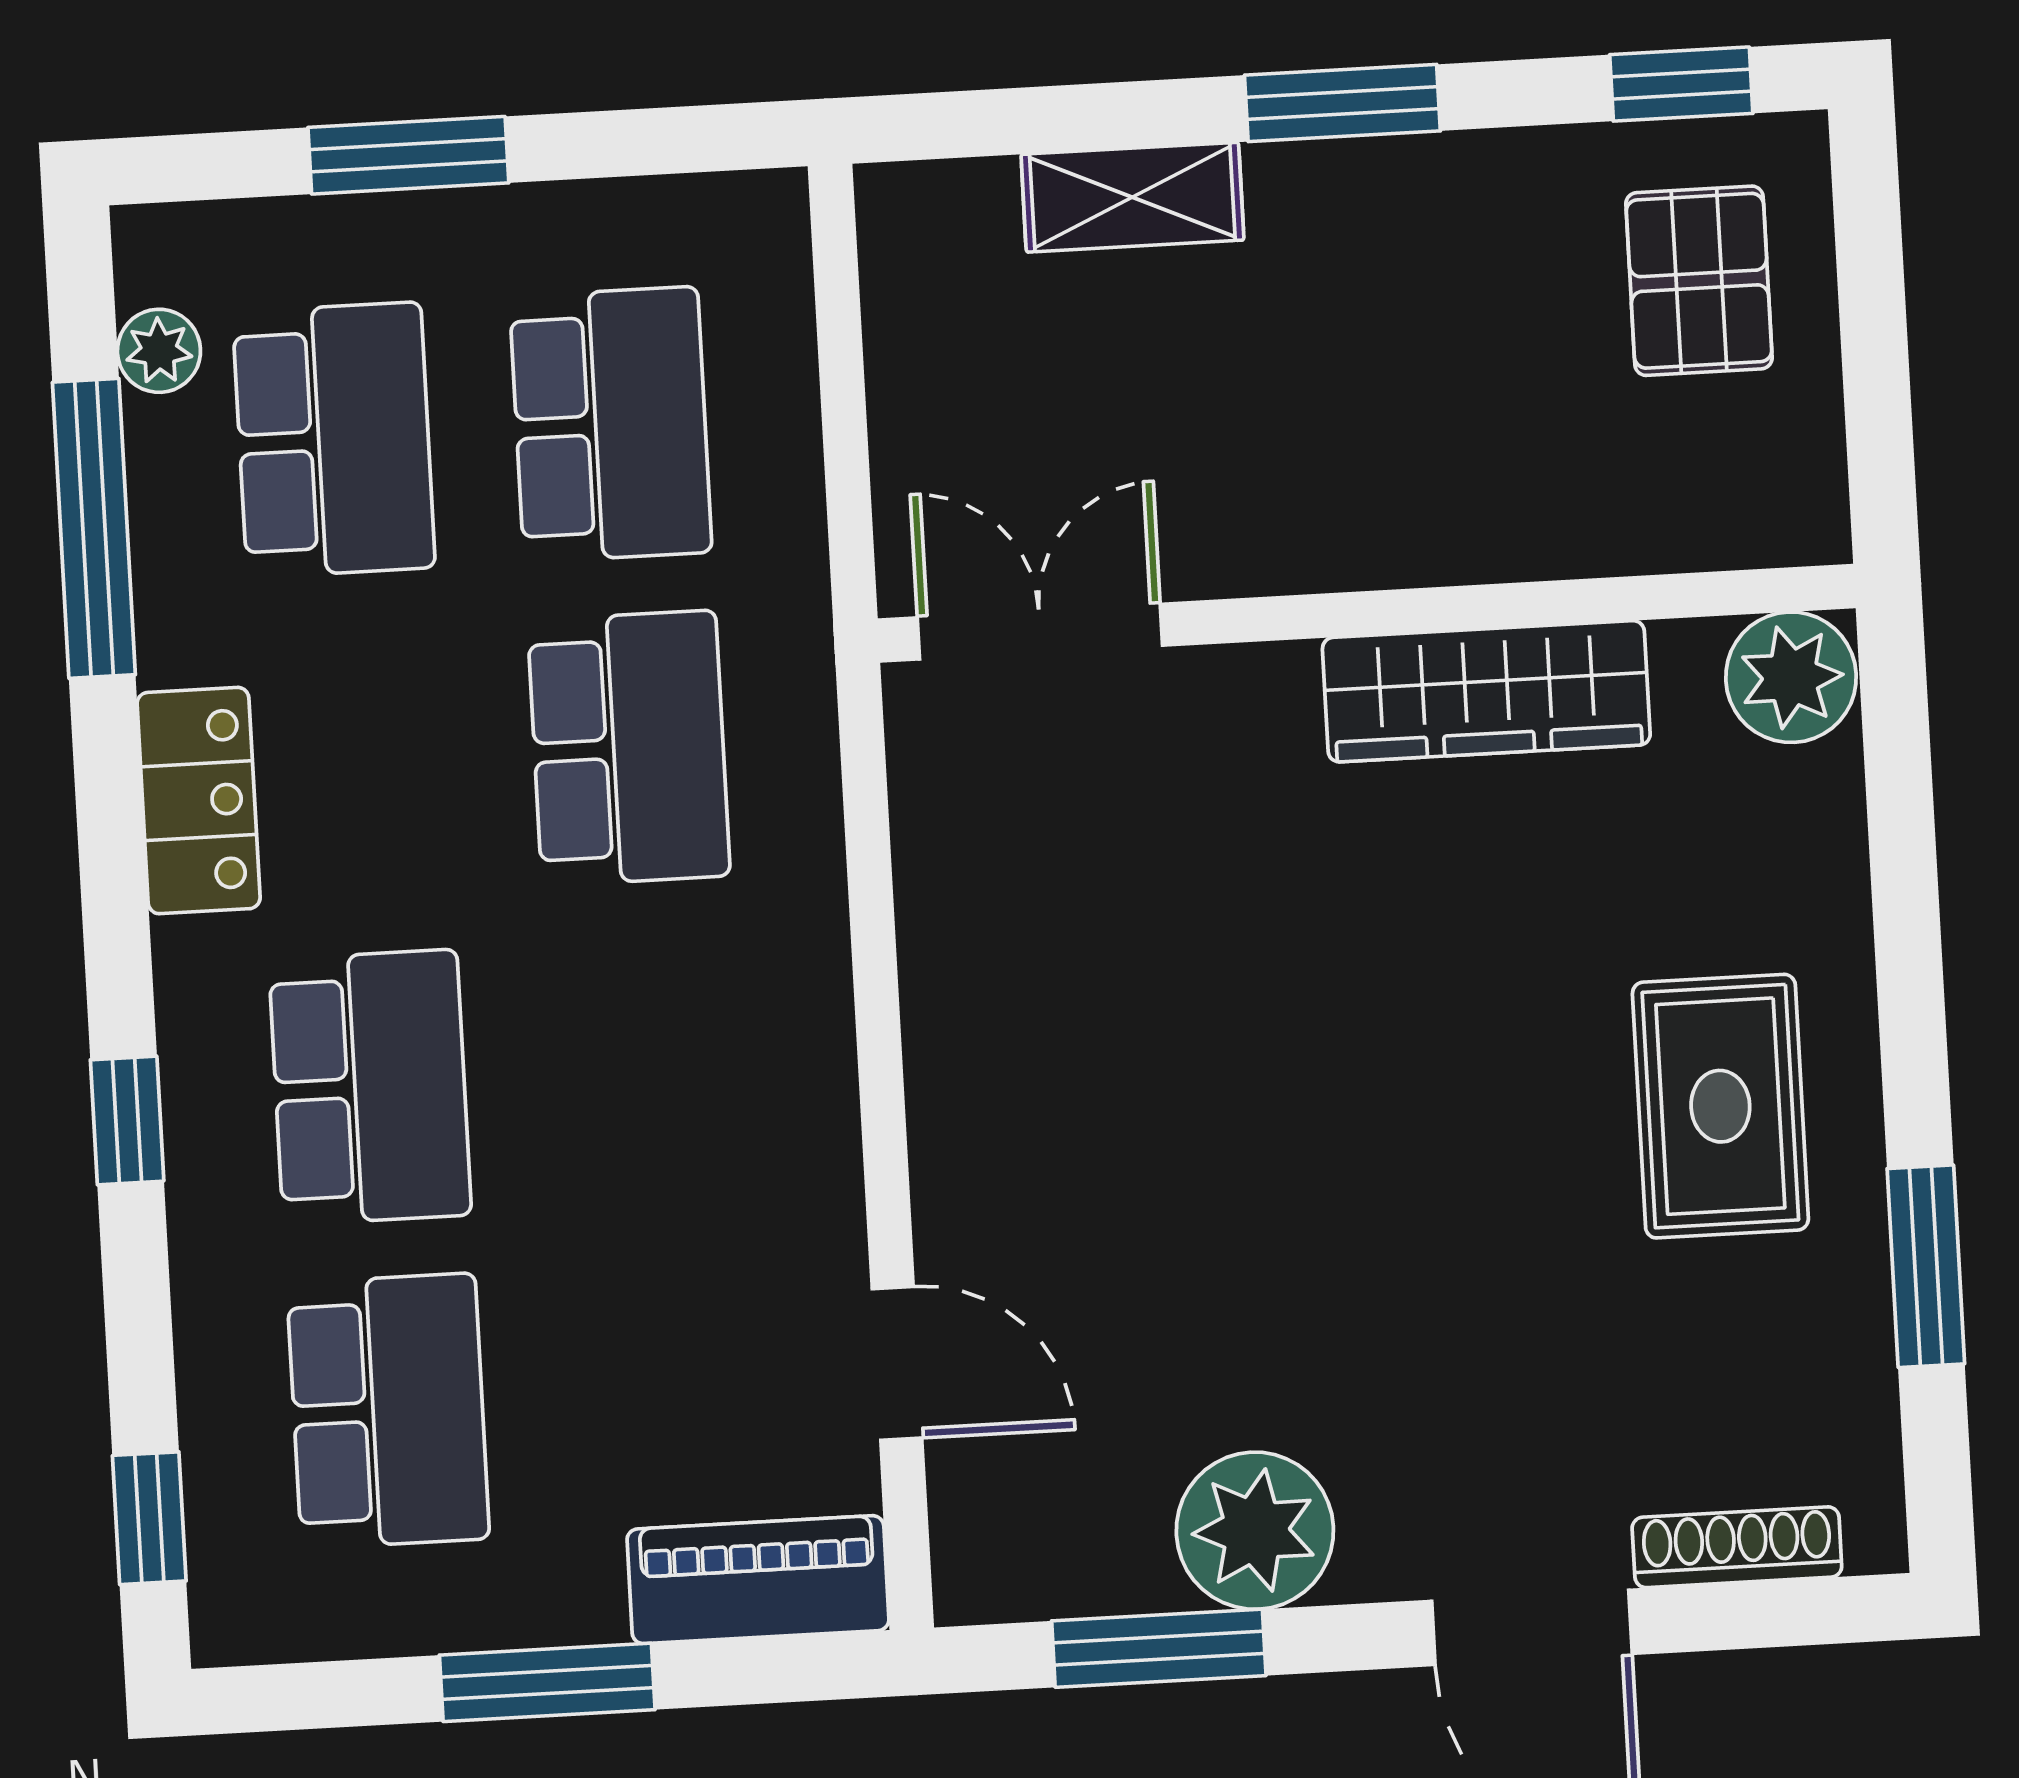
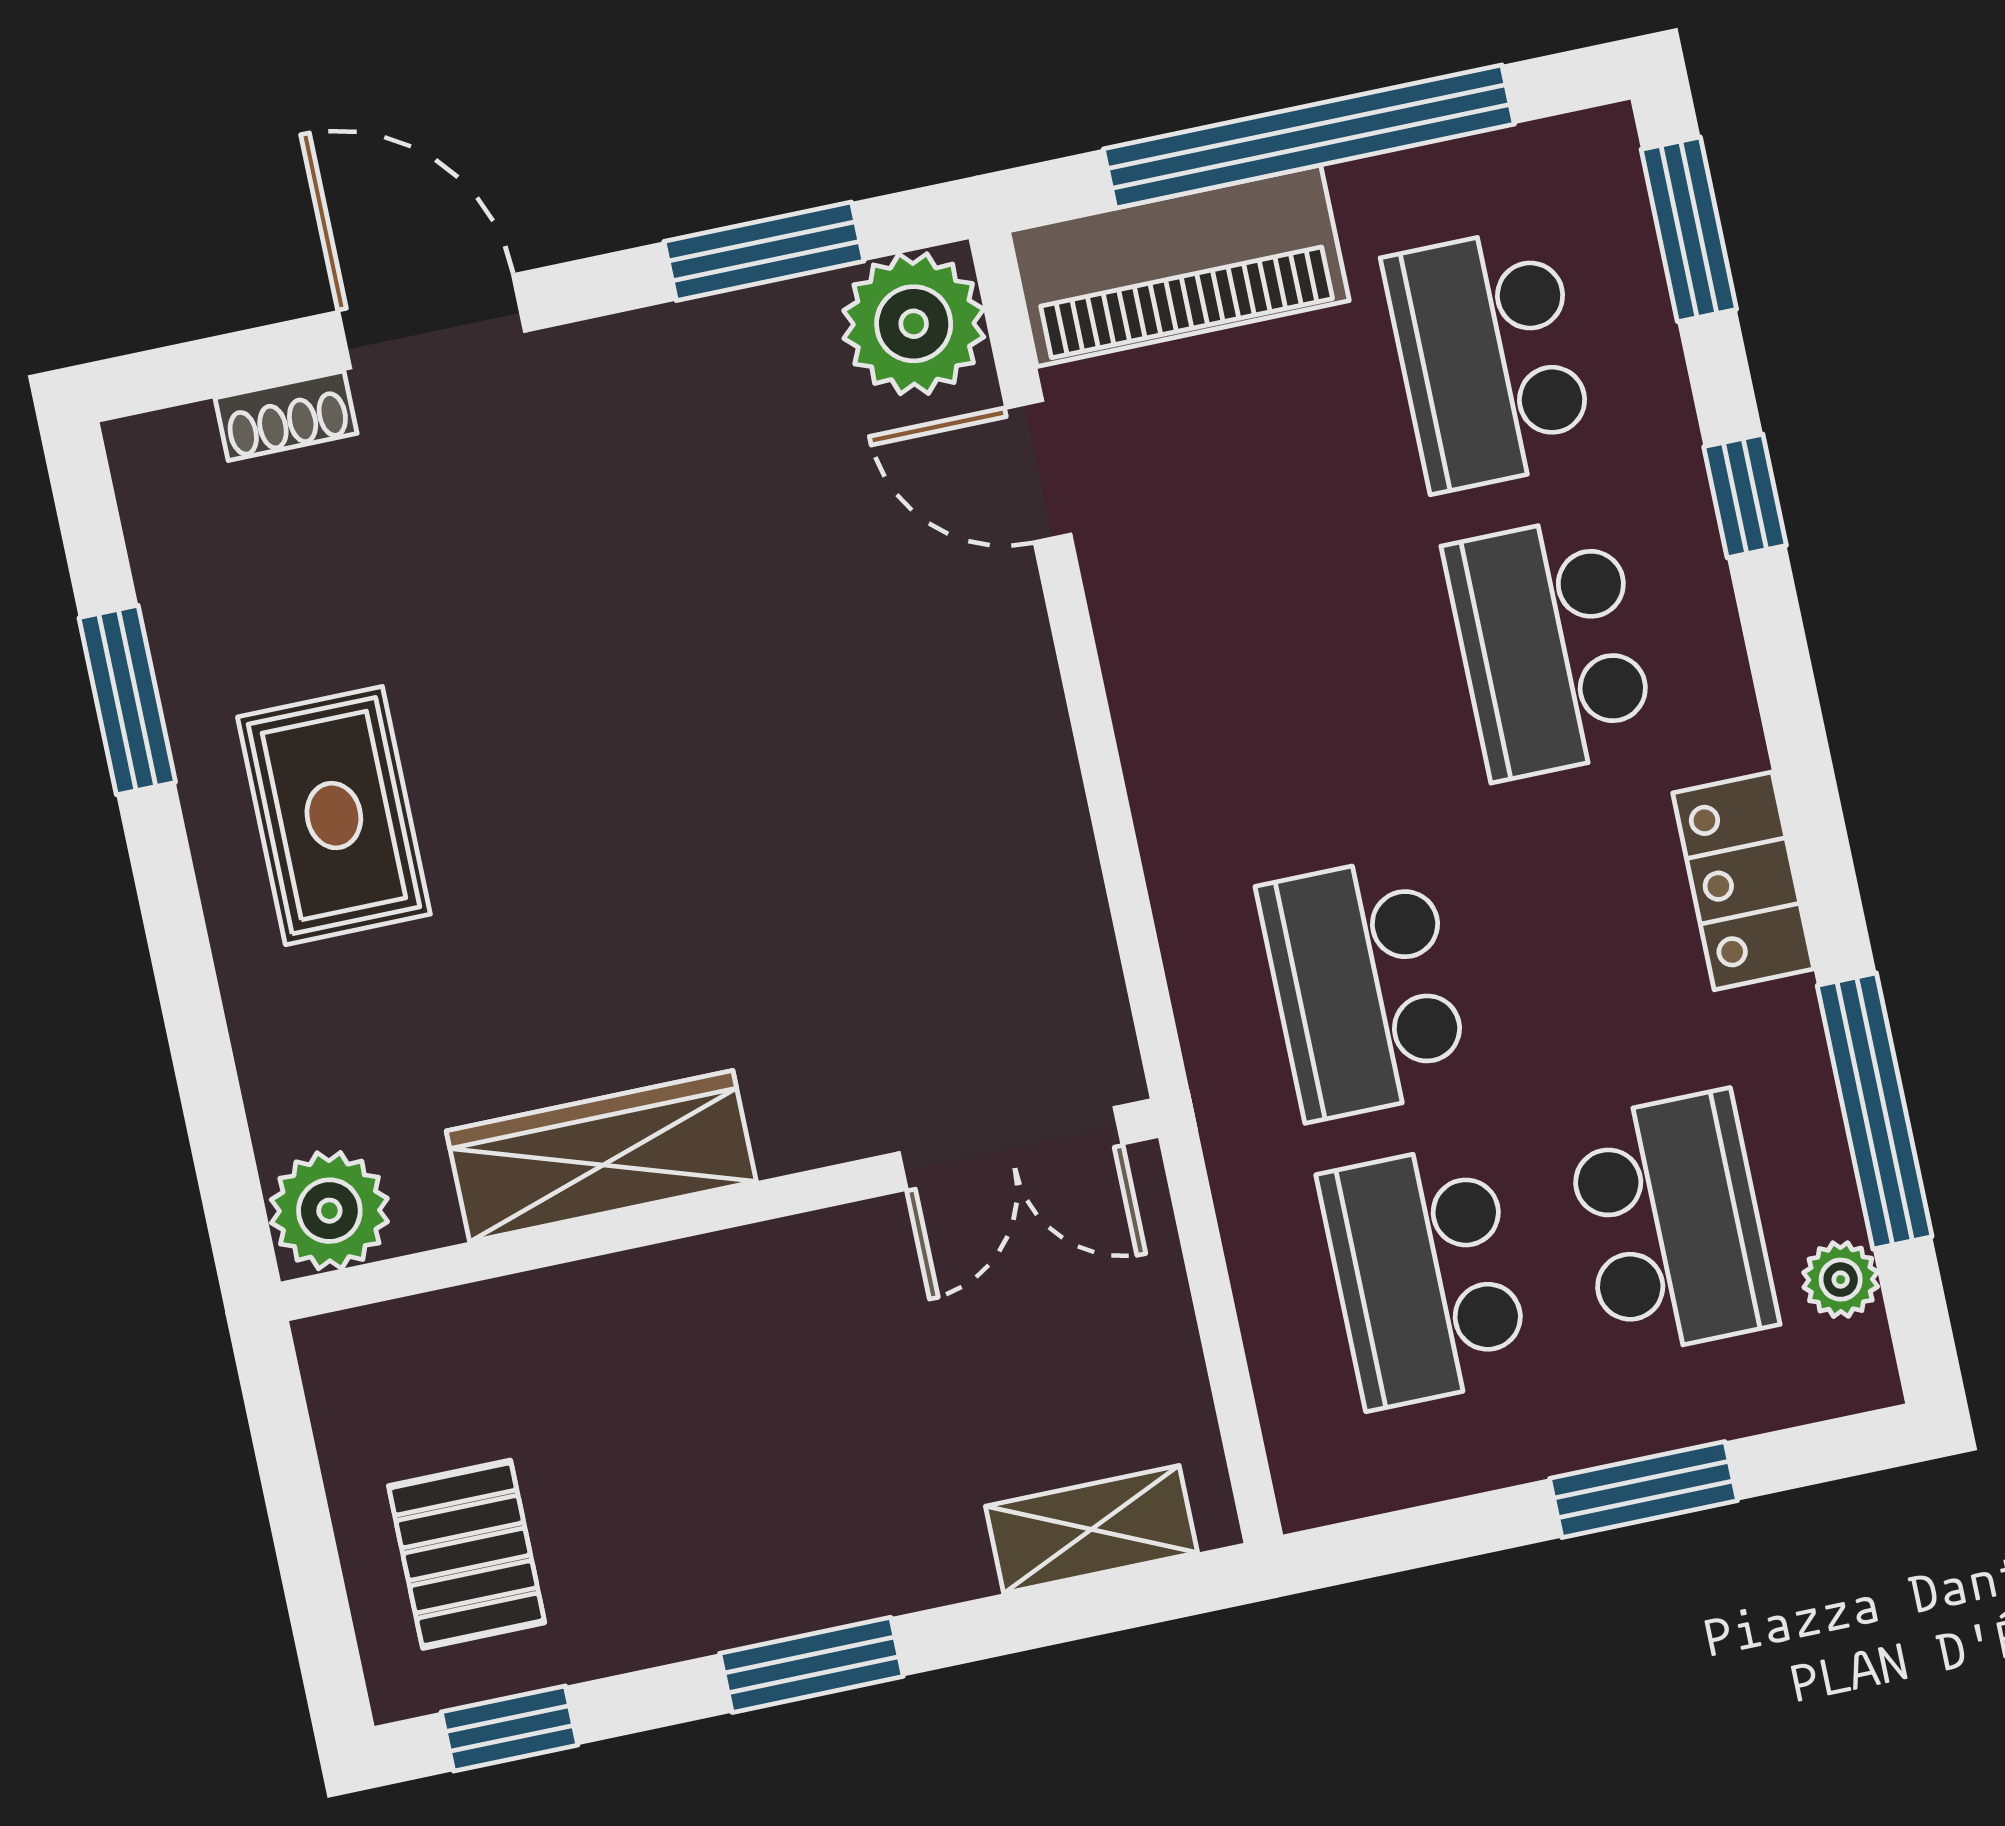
shelving: (1132, 197) -> (1091, 1529), moved
school desk: (334, 440) -> (1671, 1224), turned 180
window: (127, 1120) -> (1745, 496), moved
window: (149, 1518) -> (1689, 229), width x1.50
plant: (1255, 1531) -> (914, 324), moved
shoe rack: (1737, 1547) -> (286, 416), width x0.70
piano: (758, 1580) -> (1179, 266), width x1.37, depth x1.33
window: (547, 1682) -> (1309, 137), width x2.11

